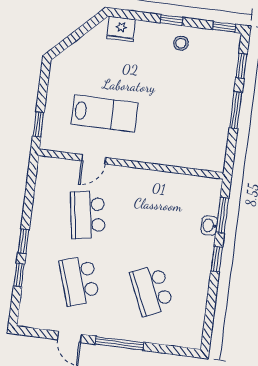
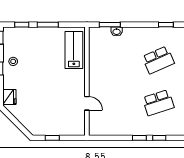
lab bench: (105, 114) -> (74, 50), moved
window: (38, 124) -> (52, 138), moved
school desk: (88, 215) -> (119, 103), removed
window: (217, 259) -> (166, 25), moved

